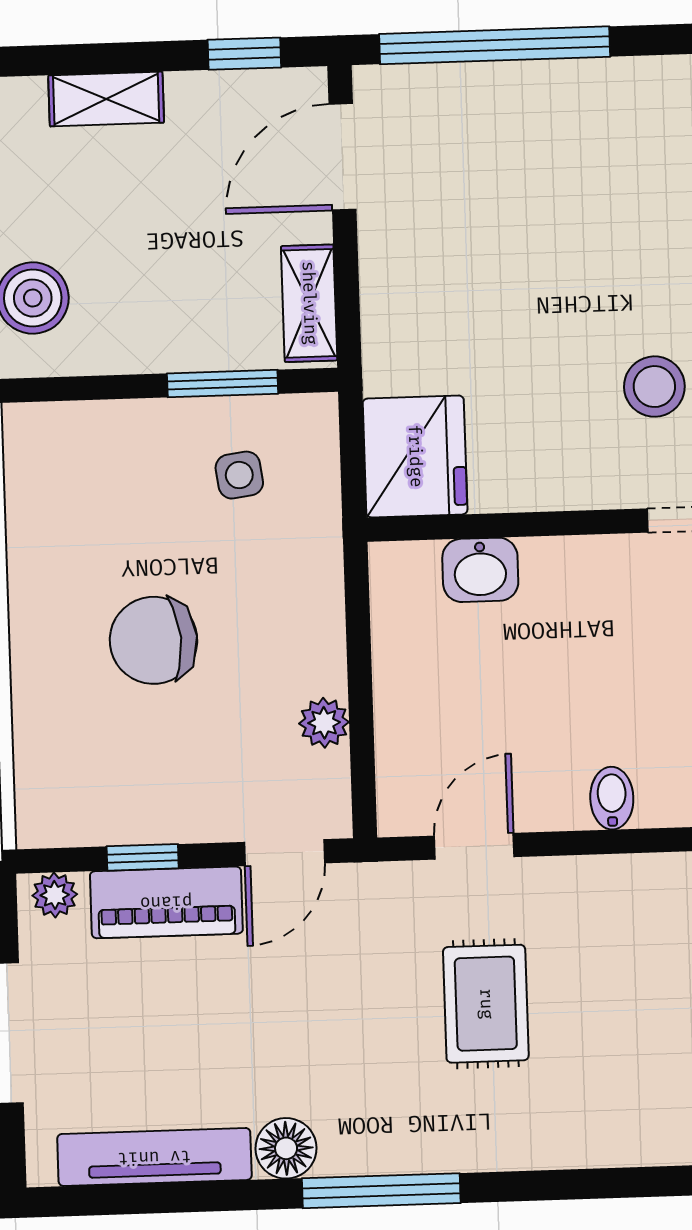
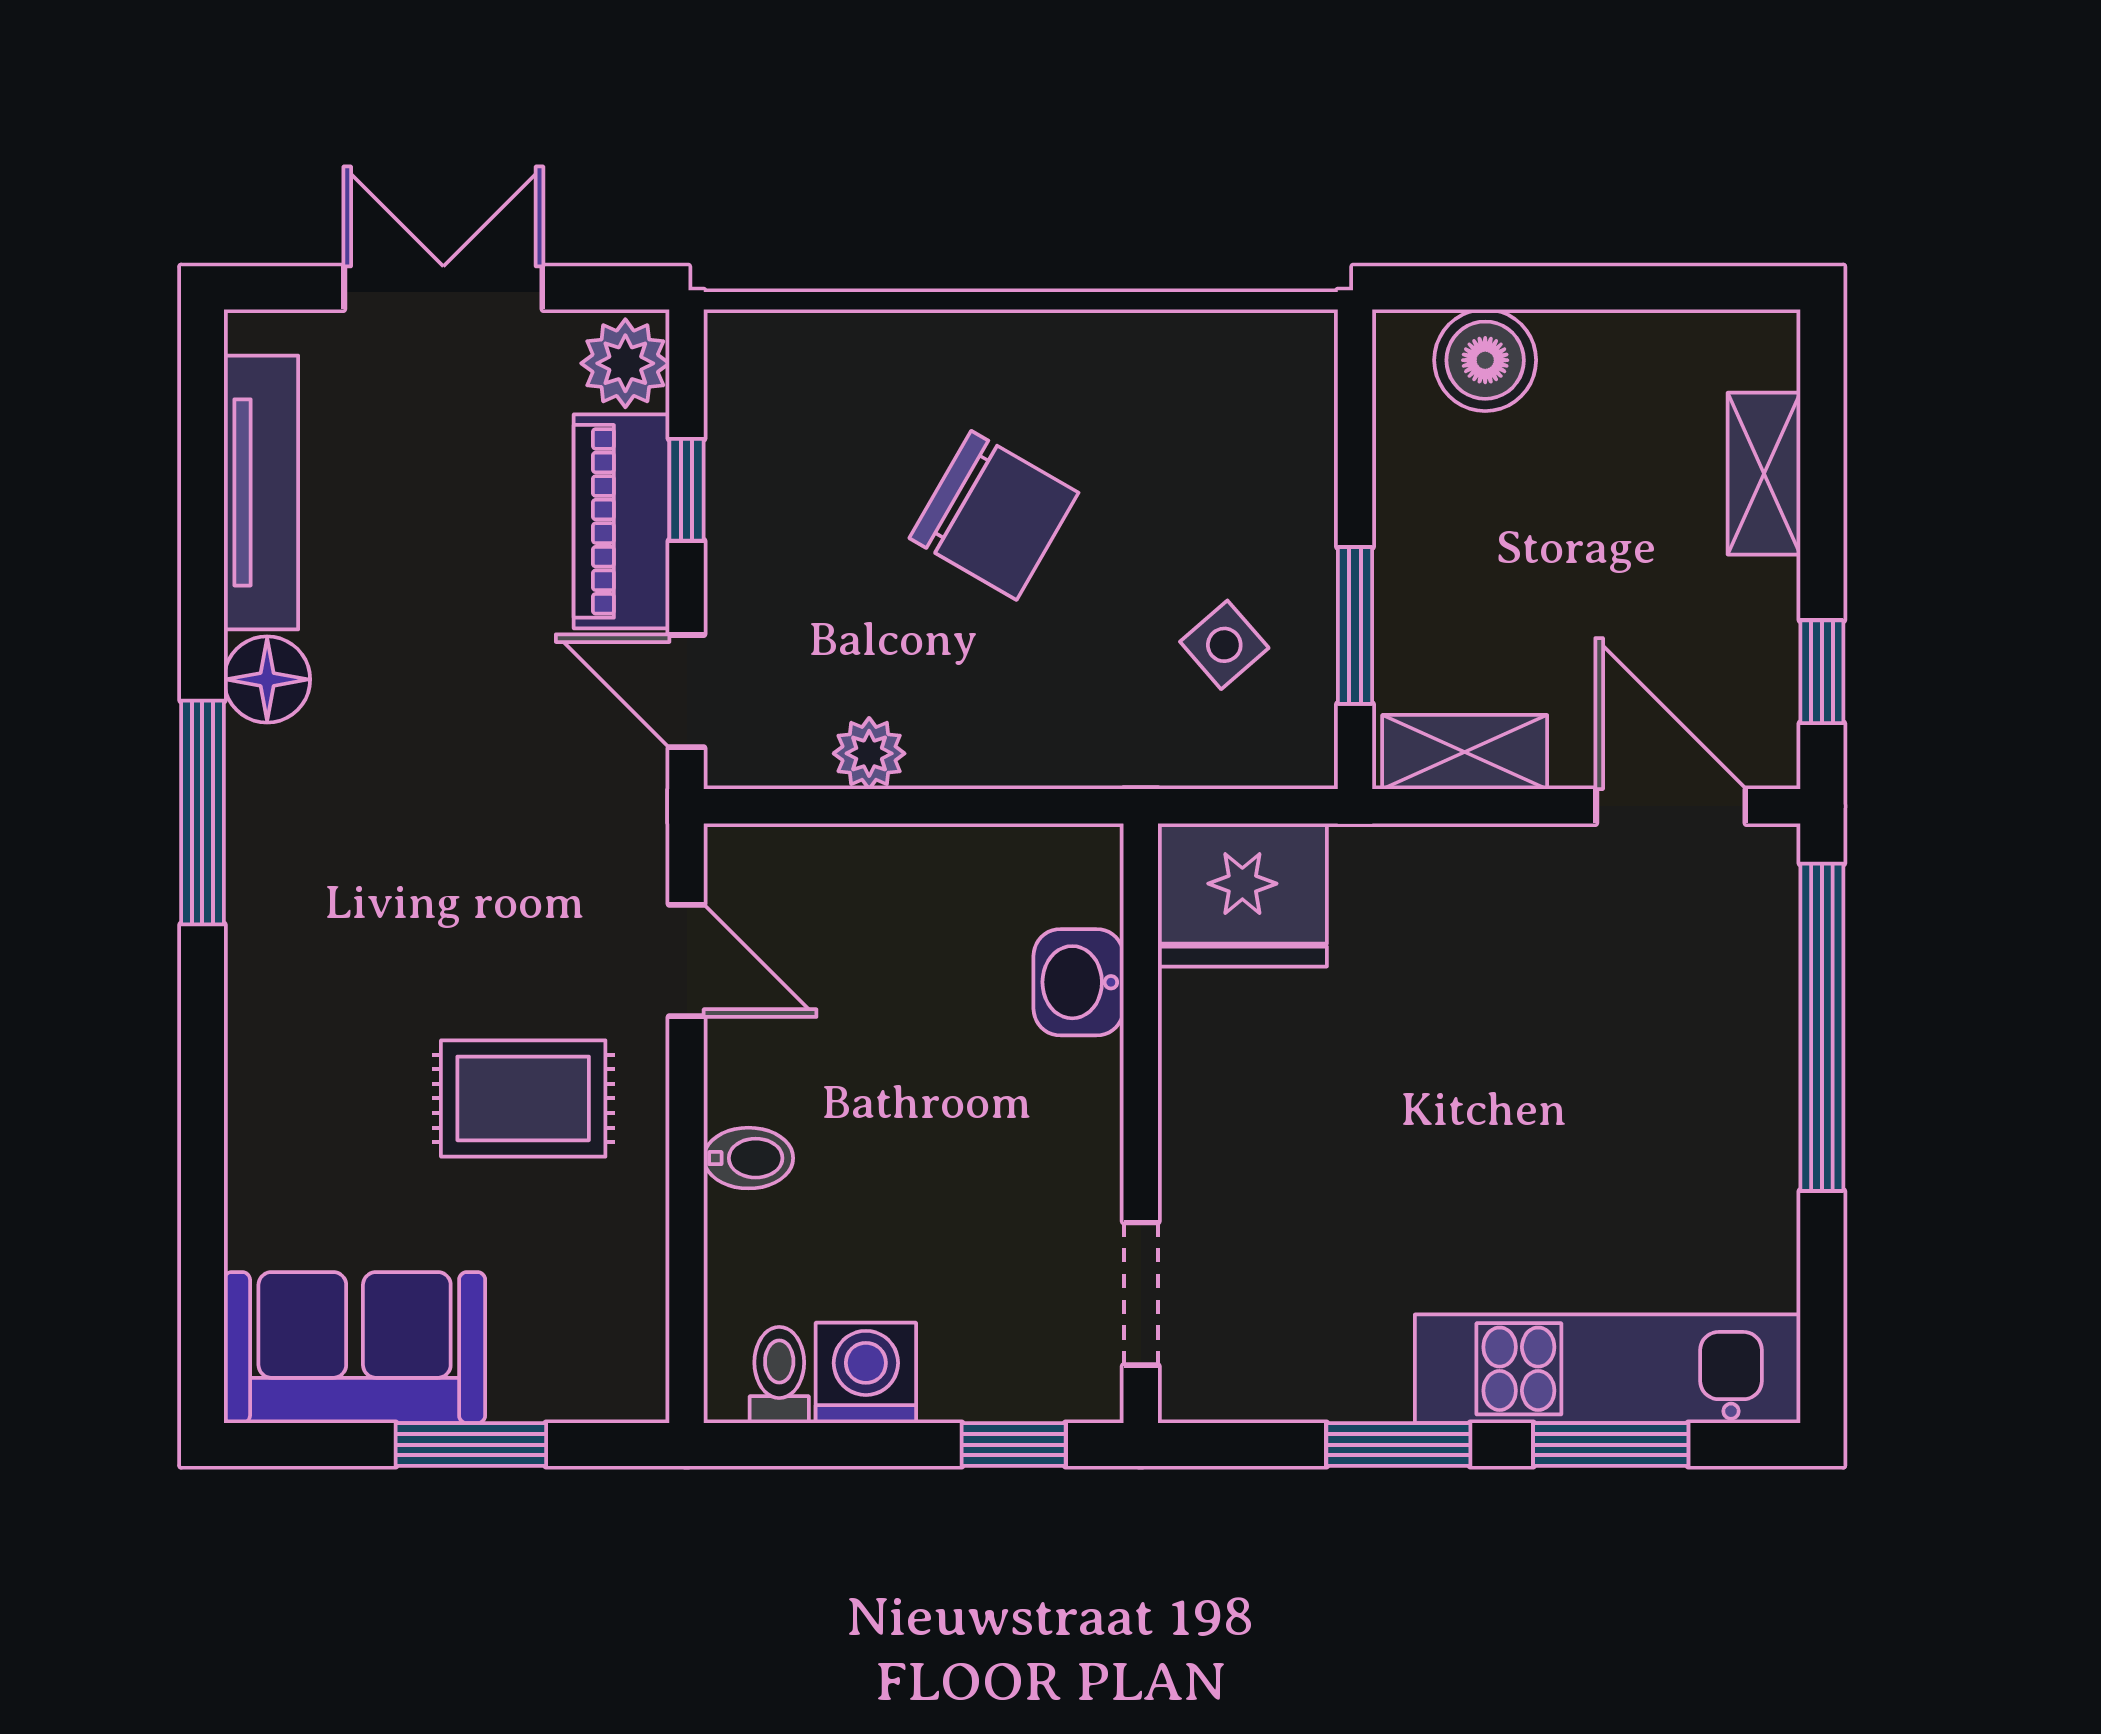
stool: (654, 387) -> (1330, 1238), removed
side table: (239, 475) -> (1224, 645), turned -33
chair: (154, 640) -> (994, 515), turned 124
plant: (55, 895) -> (625, 363), width x1.38, depth x1.38
rug: (486, 1004) -> (523, 1098), moved

